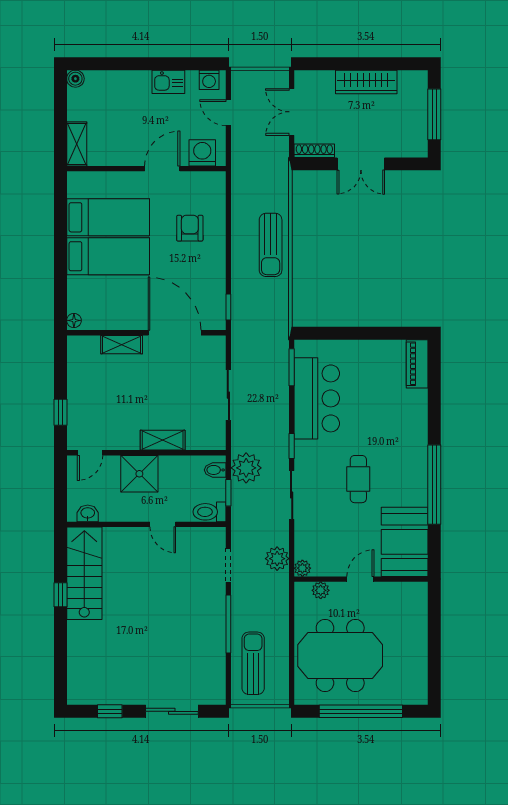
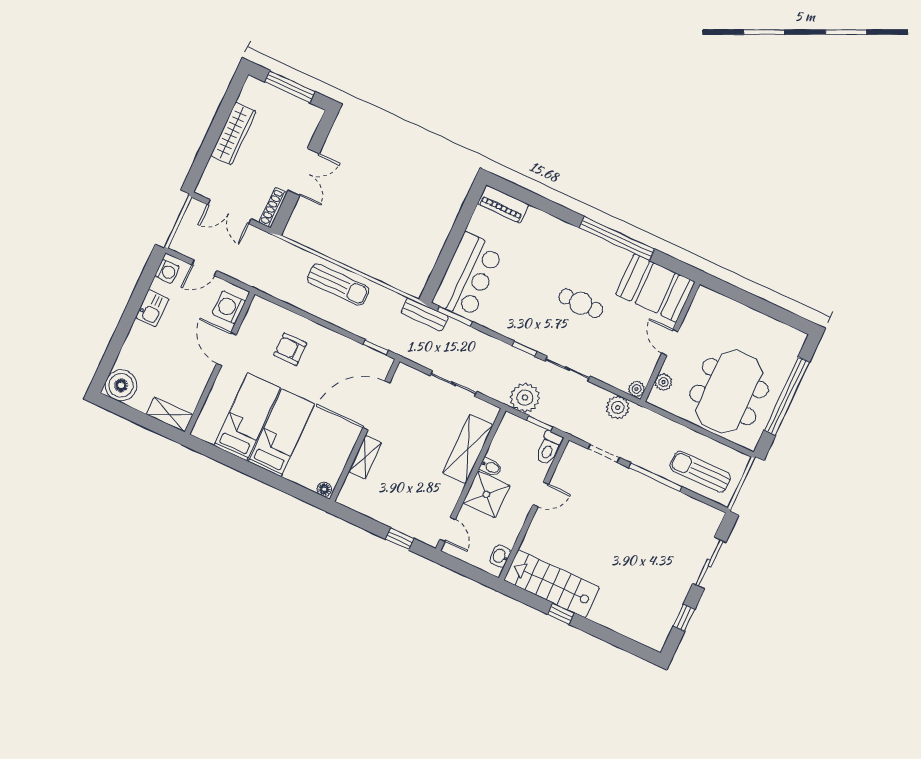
boiler: (75, 79) -> (121, 385), width x1.86, depth x1.86
bench: (280, 338) -> (425, 314), added
bar counter: (317, 398) -> (468, 276), moved, turned 90
shelving: (163, 440) -> (468, 449), width x1.50, depth x1.33
bidet: (215, 470) -> (491, 467), moved, turned -90

